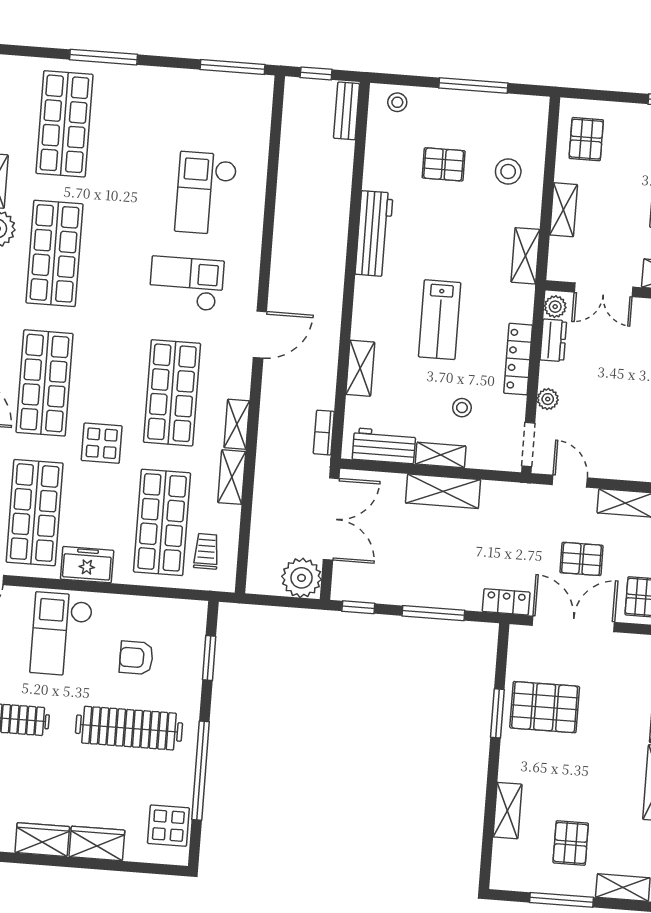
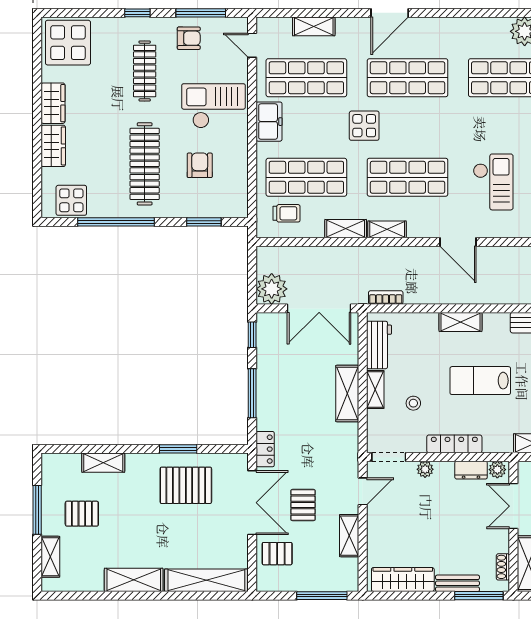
shelving: (360, 368) -> (460, 322), moved
pallet: (545, 707) -> (186, 485), turned 90

